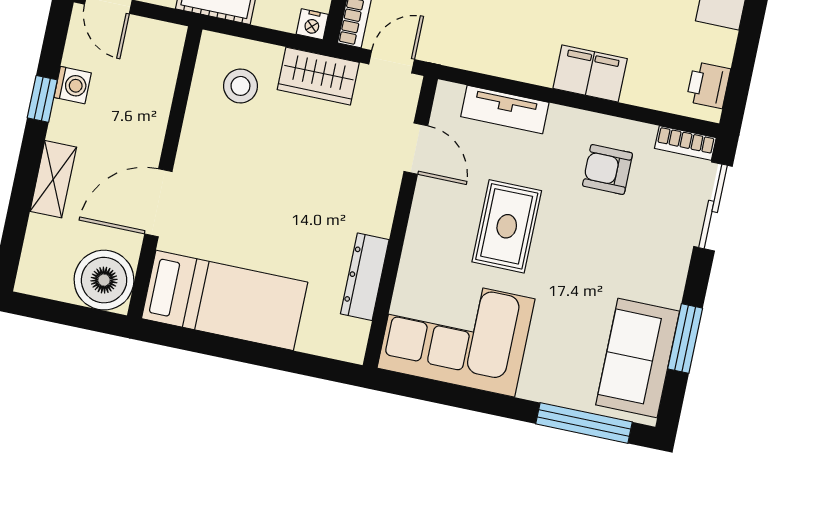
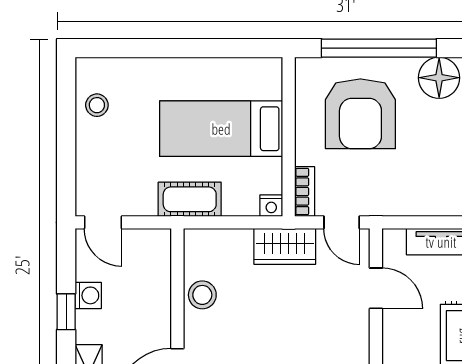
door: (392, 62) -> (342, 222), swing flipped
stool: (240, 86) -> (202, 295), moved

